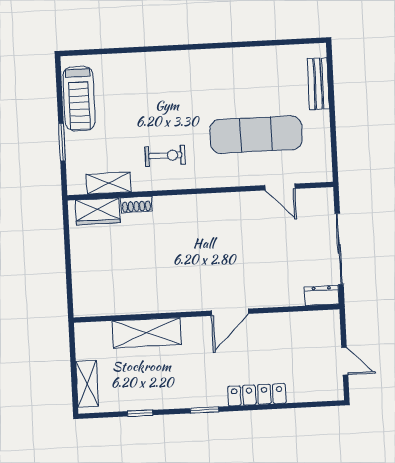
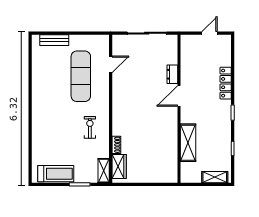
shelving: (109, 183) -> (104, 171), moved
dresser: (322, 296) -> (172, 74), moved
door: (230, 312) -> (179, 96), swing flipped

